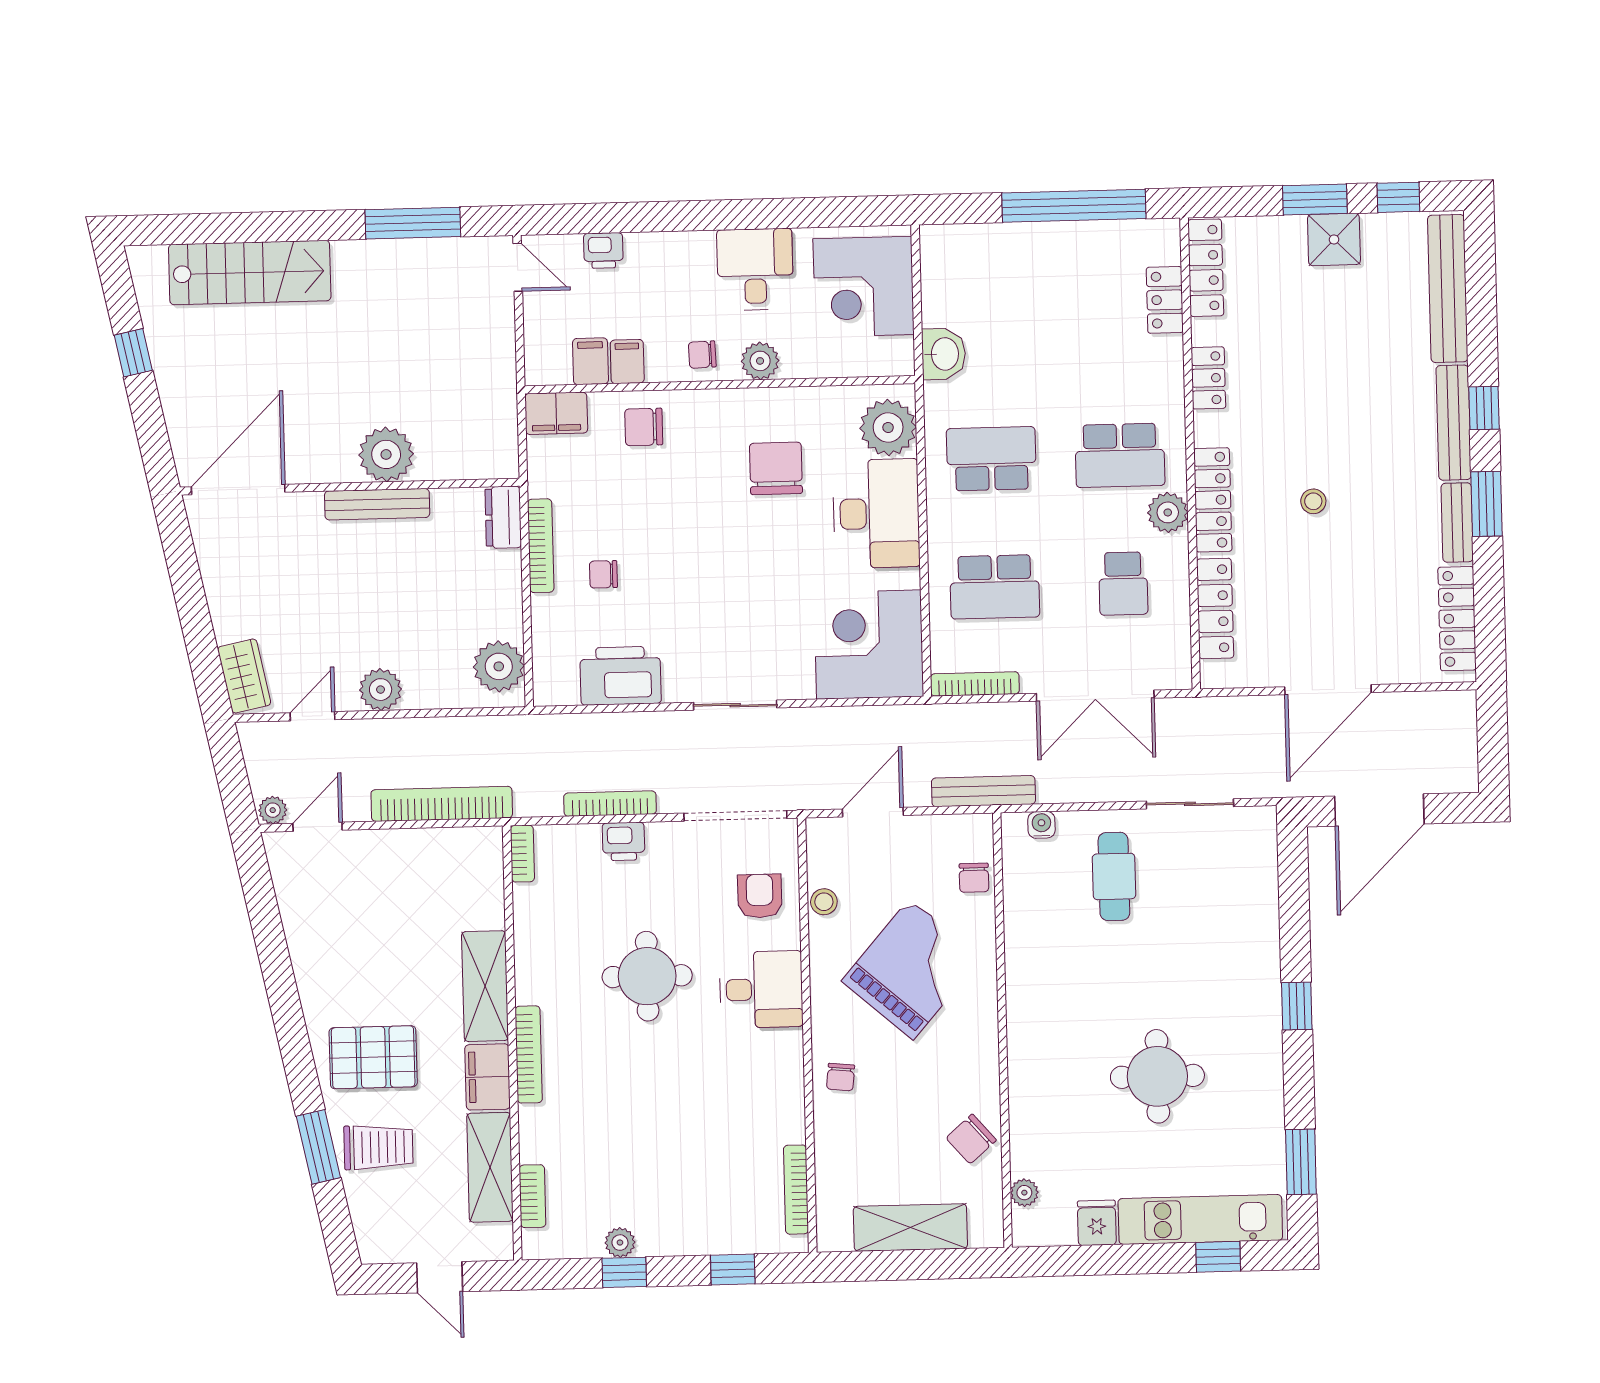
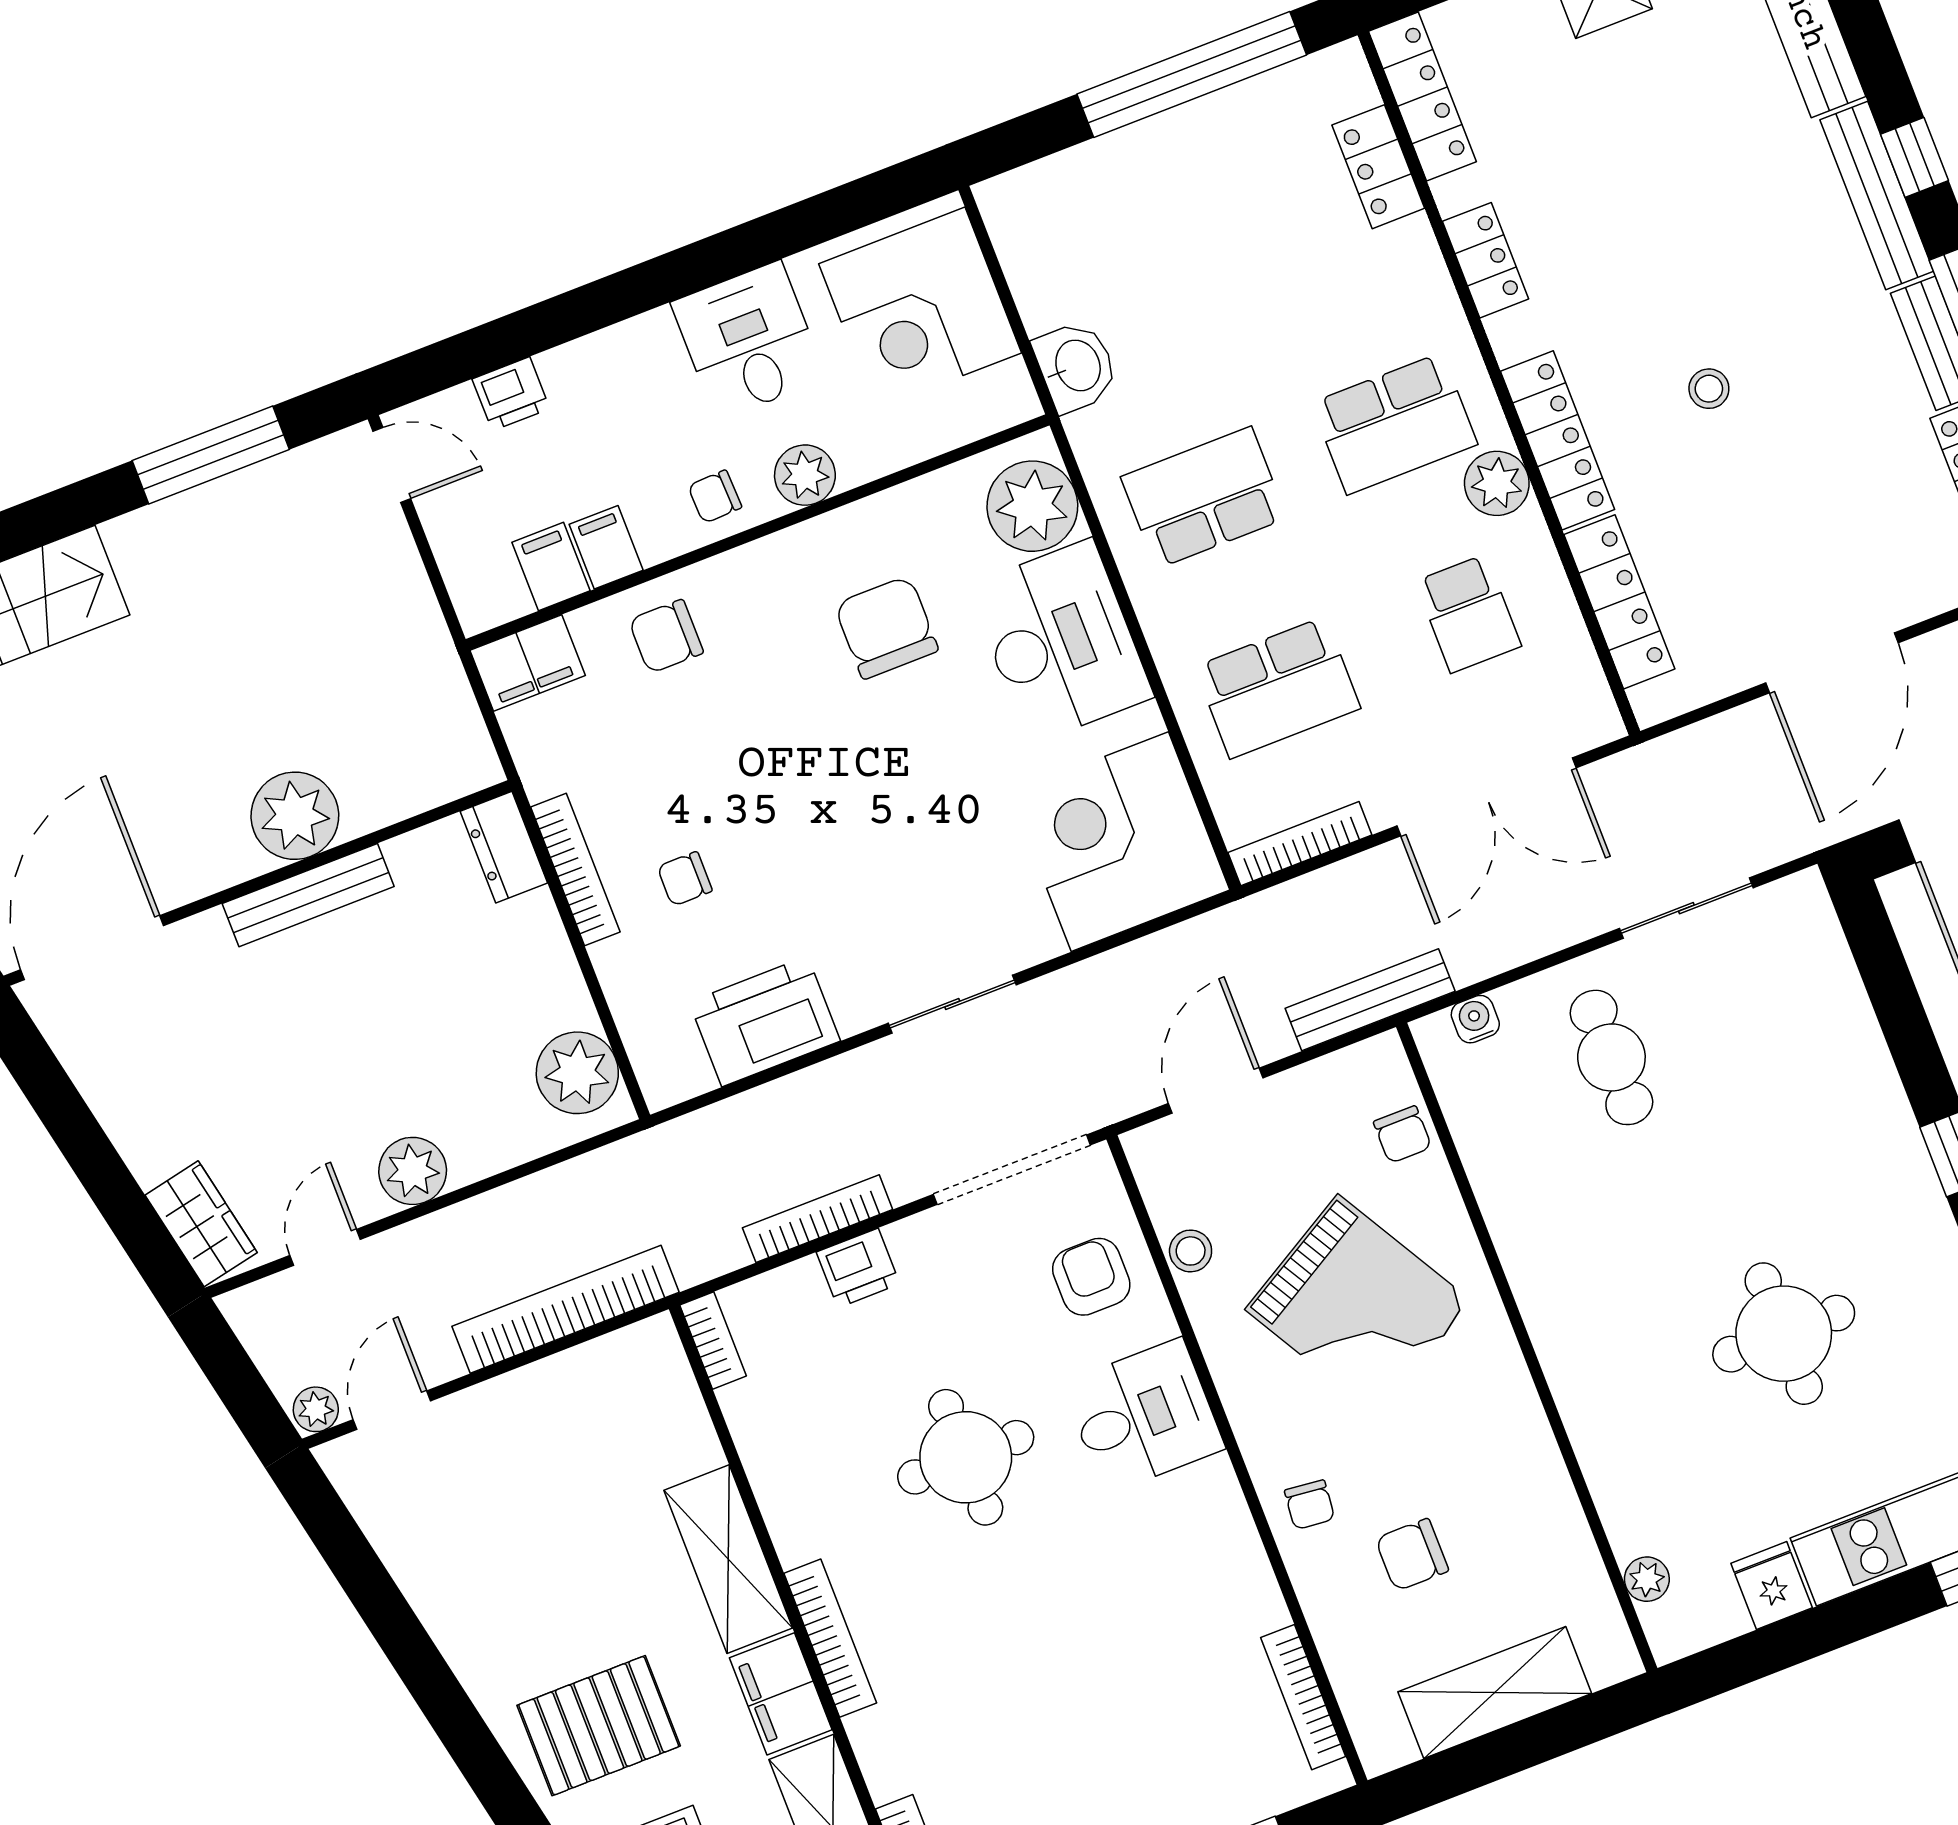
grand piano: (911, 969) -> (1358, 1305), turned 109
chair: (971, 1139) -> (1412, 1555), moved, turned 41

